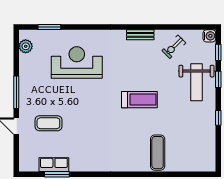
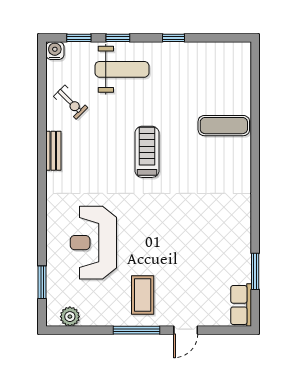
coffee table: (48, 123) -> (143, 295), moved
row of seats: (54, 165) -> (241, 305), moved

